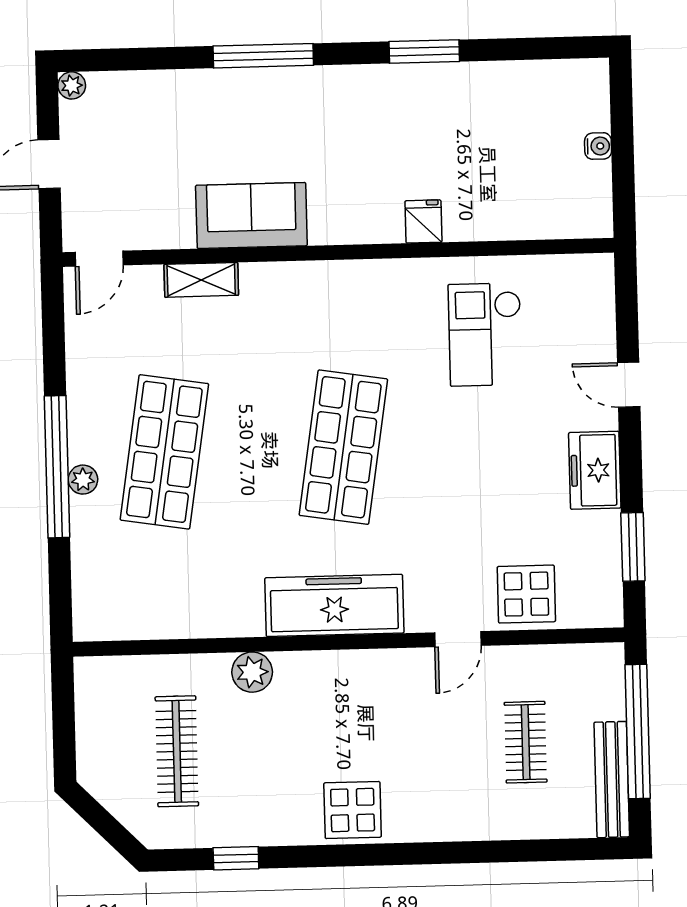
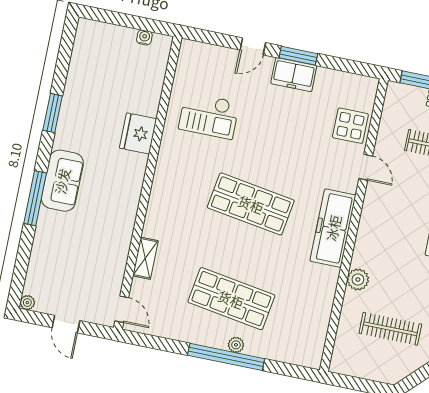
water cooler: (598, 146) -> (144, 37), moved
sofa: (251, 215) -> (62, 181), moved, turned 180
fridge: (423, 221) -> (138, 133), width x1.88, depth x1.34
window: (633, 547) -> (298, 56), moved

